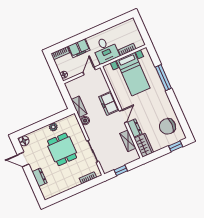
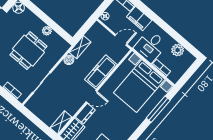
plant: (119, 30) -> (178, 50), added
bed with nightstands: (133, 74) -> (139, 86), width x1.36
window: (163, 78) -> (158, 109), moved
freezer: (109, 103) -> (101, 72), width x1.40
shelving: (128, 141) -> (61, 122), moved
window: (121, 170) -> (36, 120), removed

